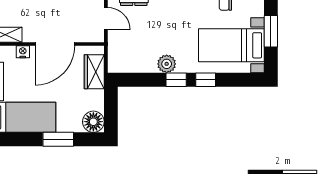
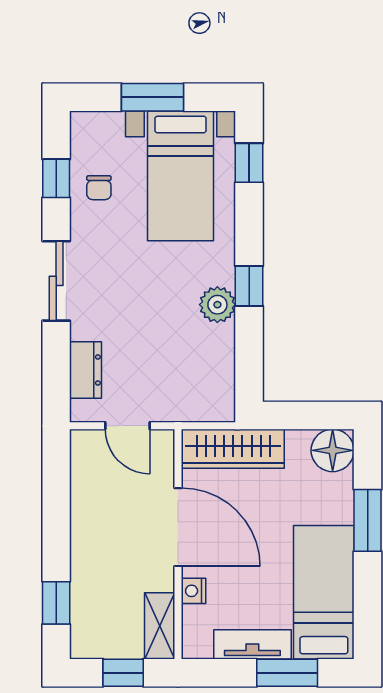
door: (106, 19) -> (128, 426), swing flipped
wardrobe: (94, 72) -> (233, 449), width x1.50
window: (206, 80) -> (249, 163), moved

